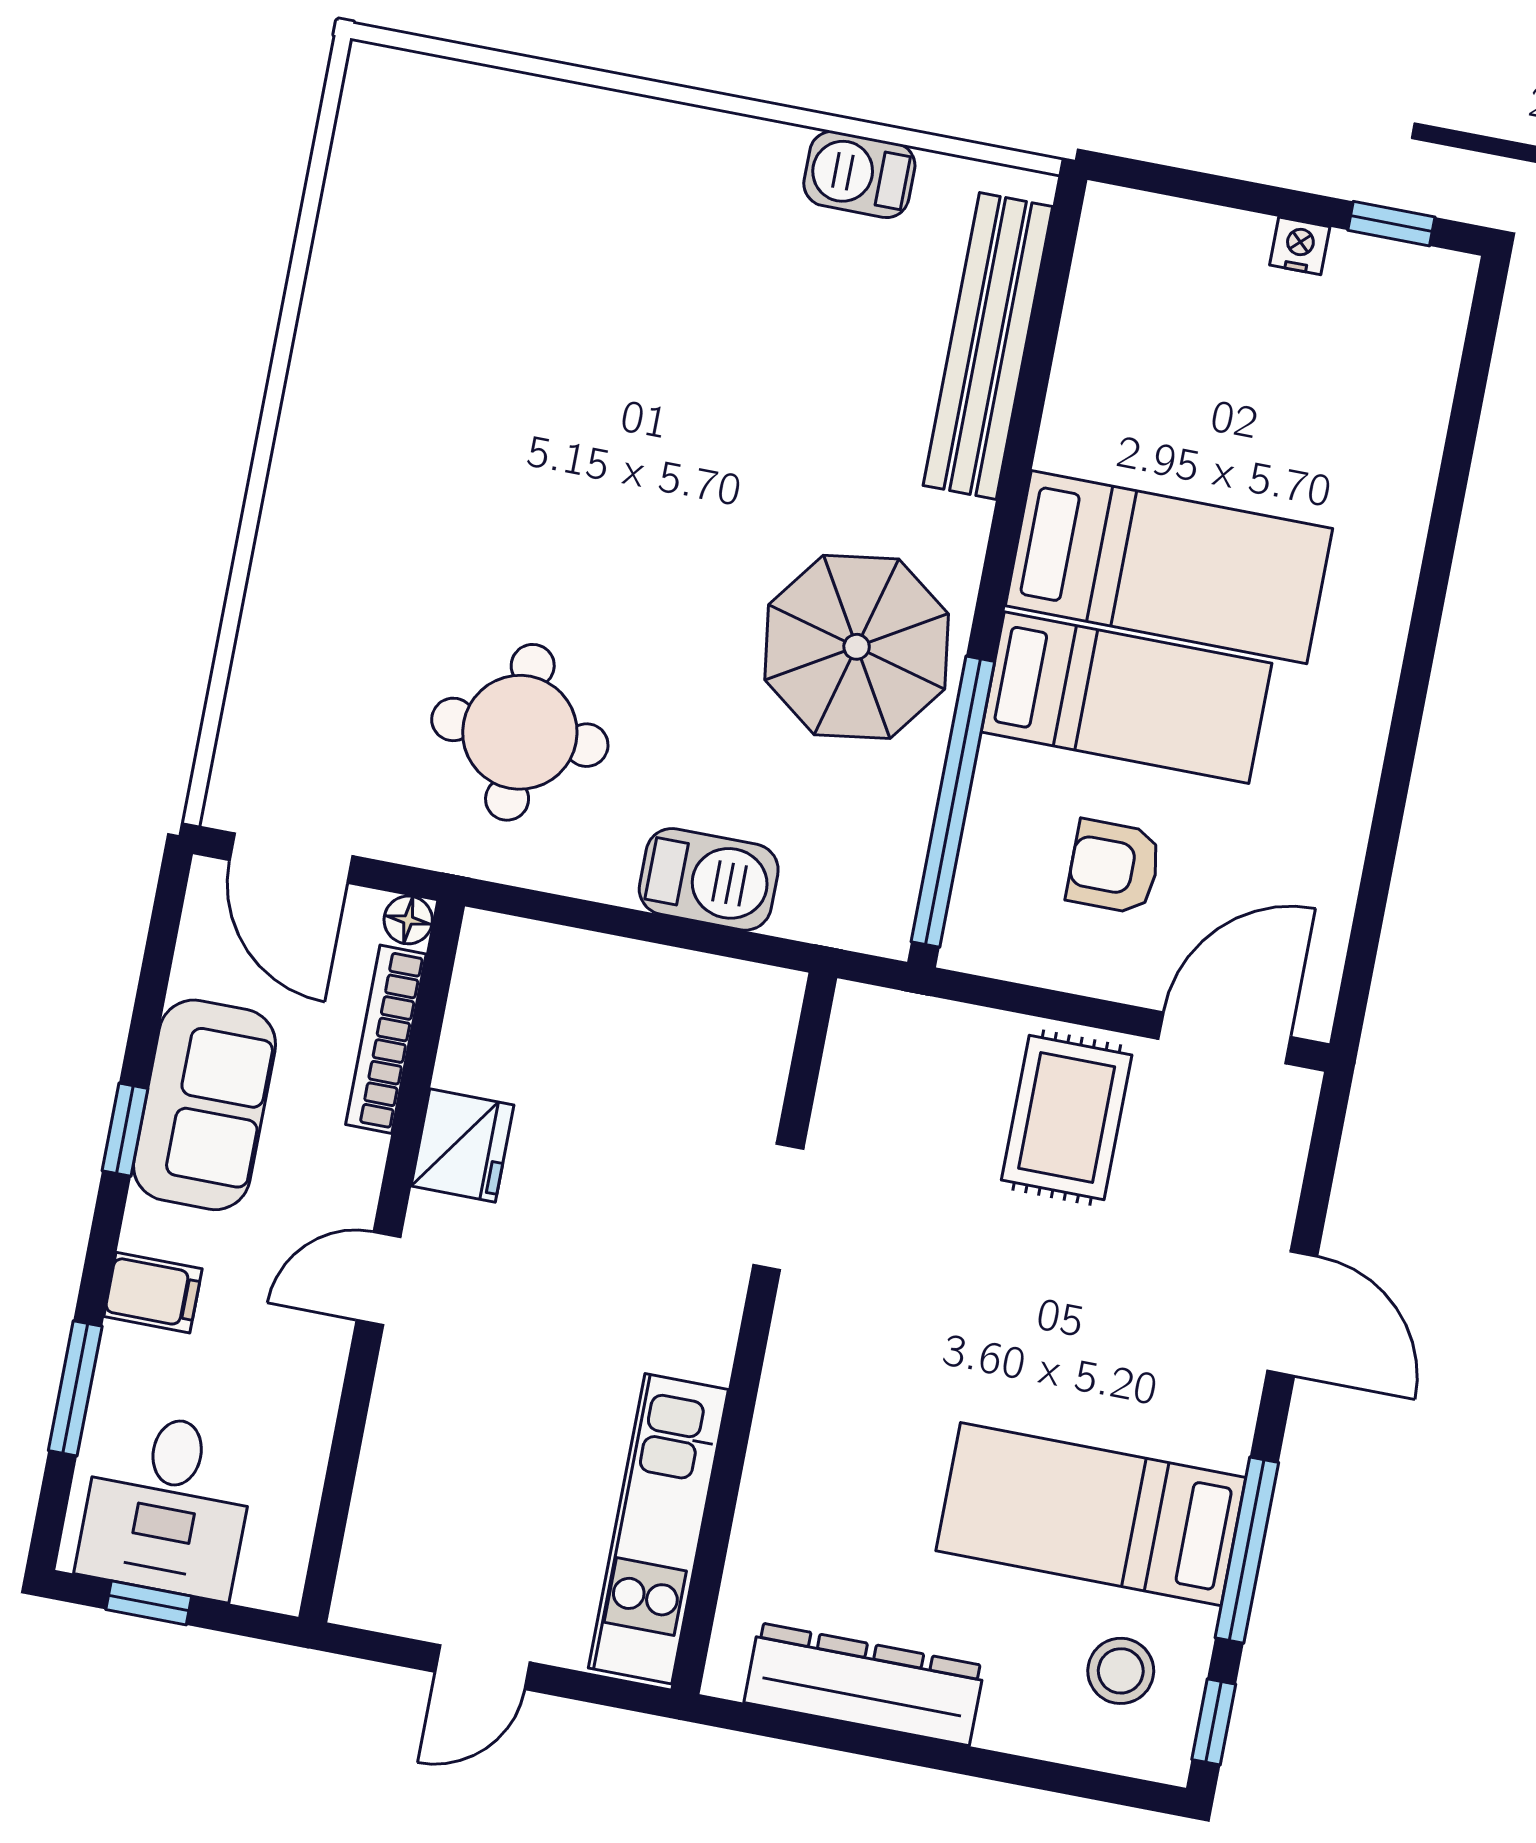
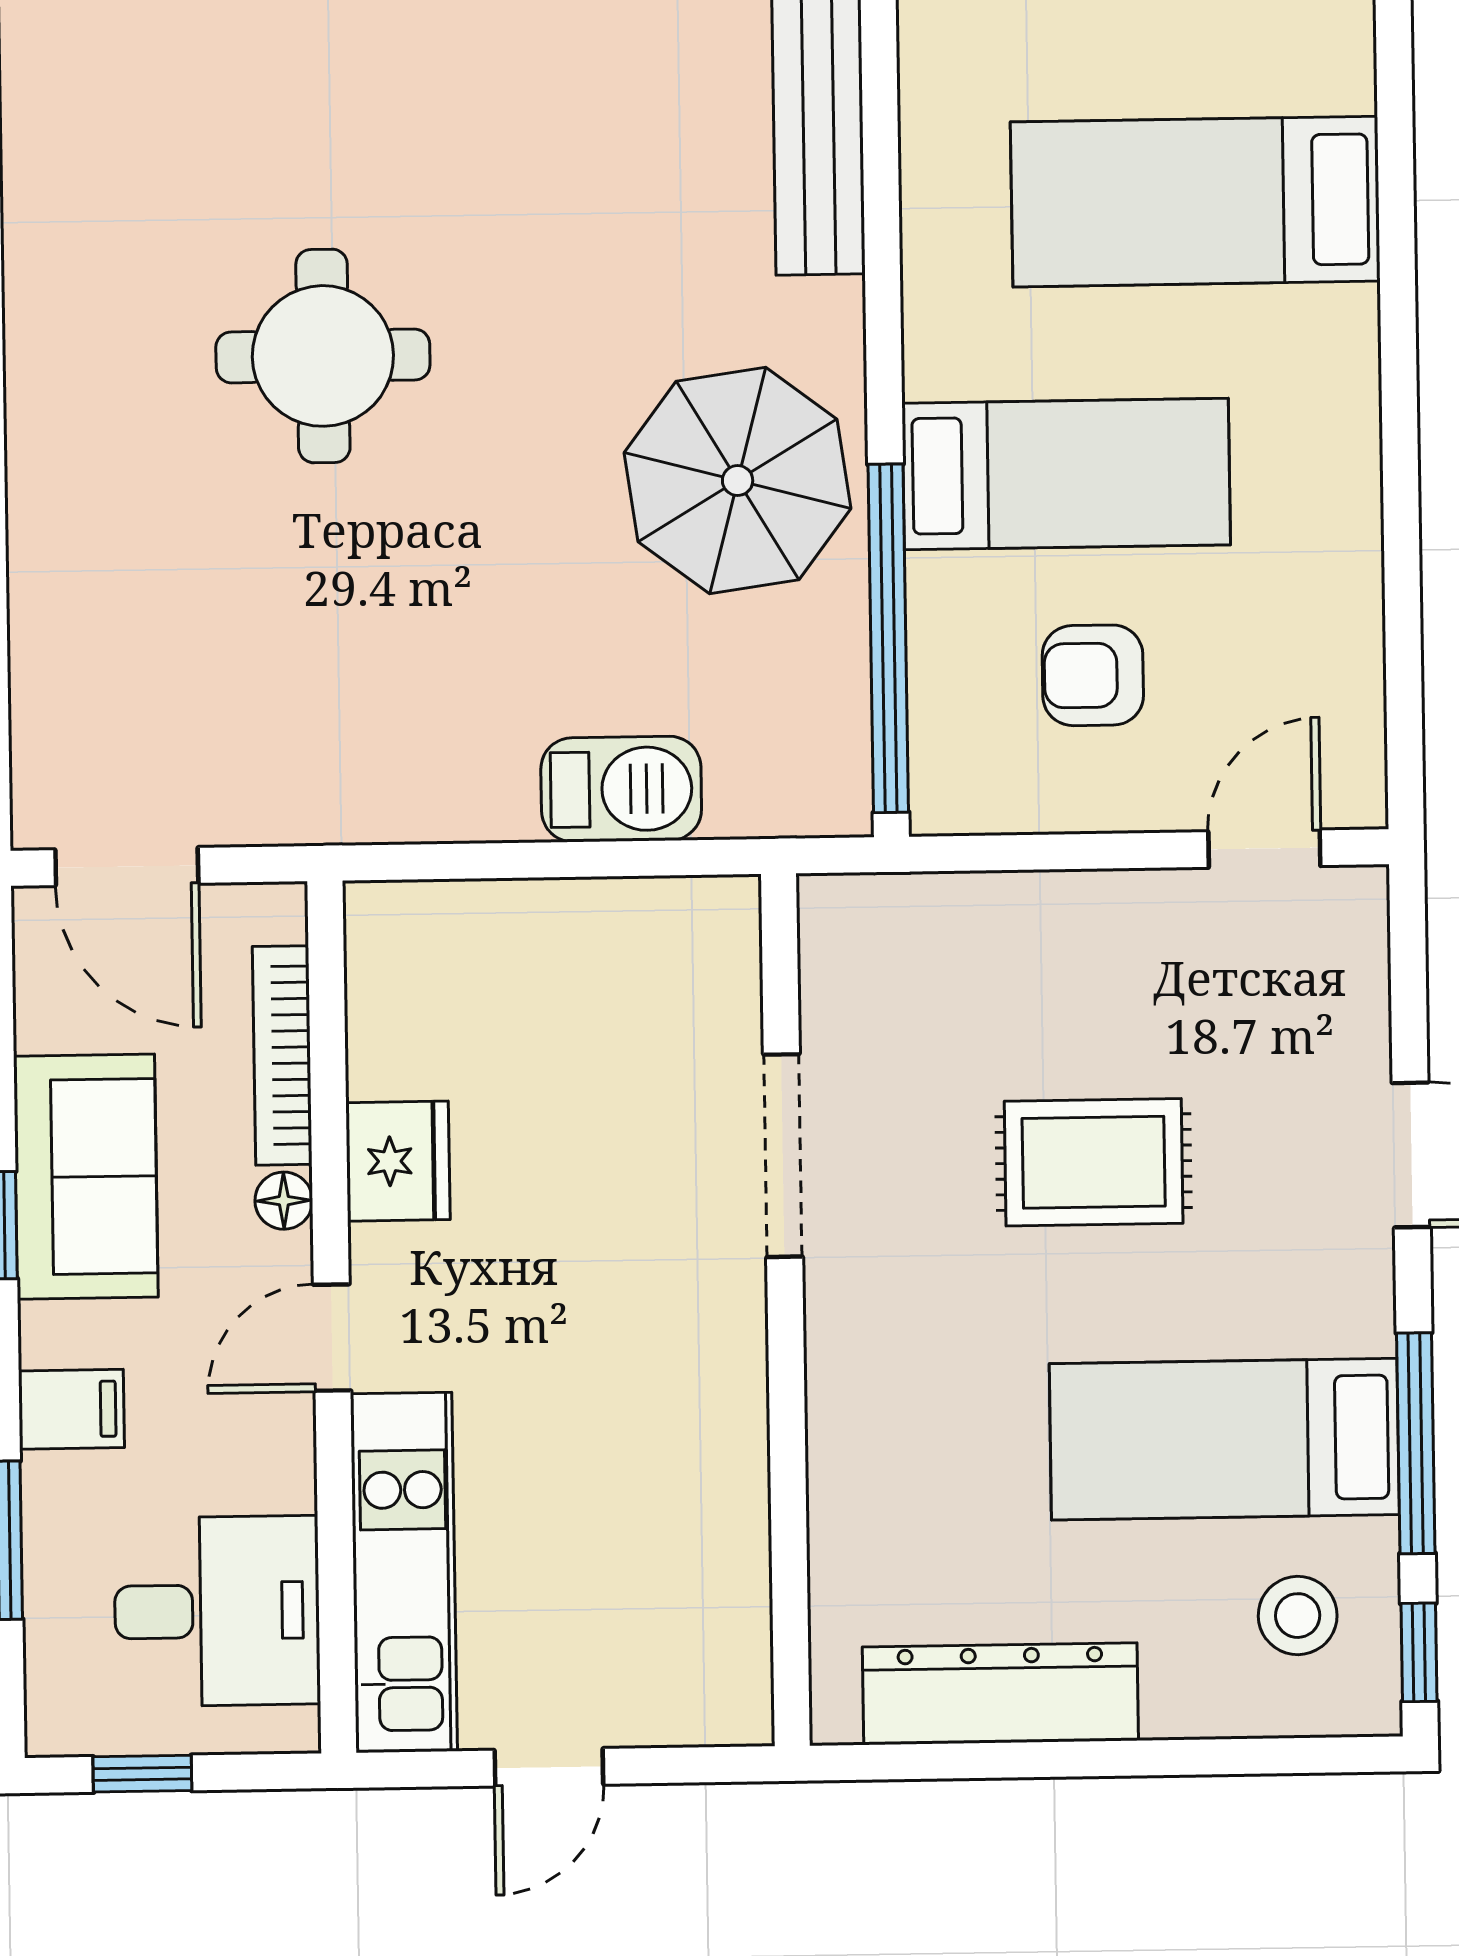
bed: (1169, 567) -> (1195, 202), moved, turned 180
round table: (520, 732) -> (323, 356), moved
floor lamp: (408, 920) -> (284, 1201), moved
door: (1225, 1038) -> (1264, 849), width x0.73
rug: (1067, 1118) -> (1094, 1162), moved, turned 90
doorway: (778, 1207) -> (783, 1156), width x1.38
desk: (167, 1505) -> (217, 1611), moved, turned -90
kitchen unit: (658, 1529) -> (404, 1573), moved, turned 180

